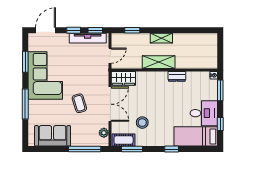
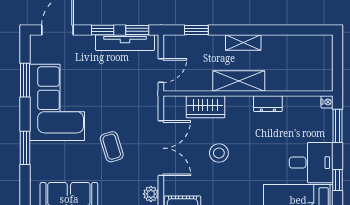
wardrobe: (123, 78) -> (205, 107), moved
window: (25, 104) -> (25, 148), width x0.69
stool: (142, 123) -> (219, 153), moved

